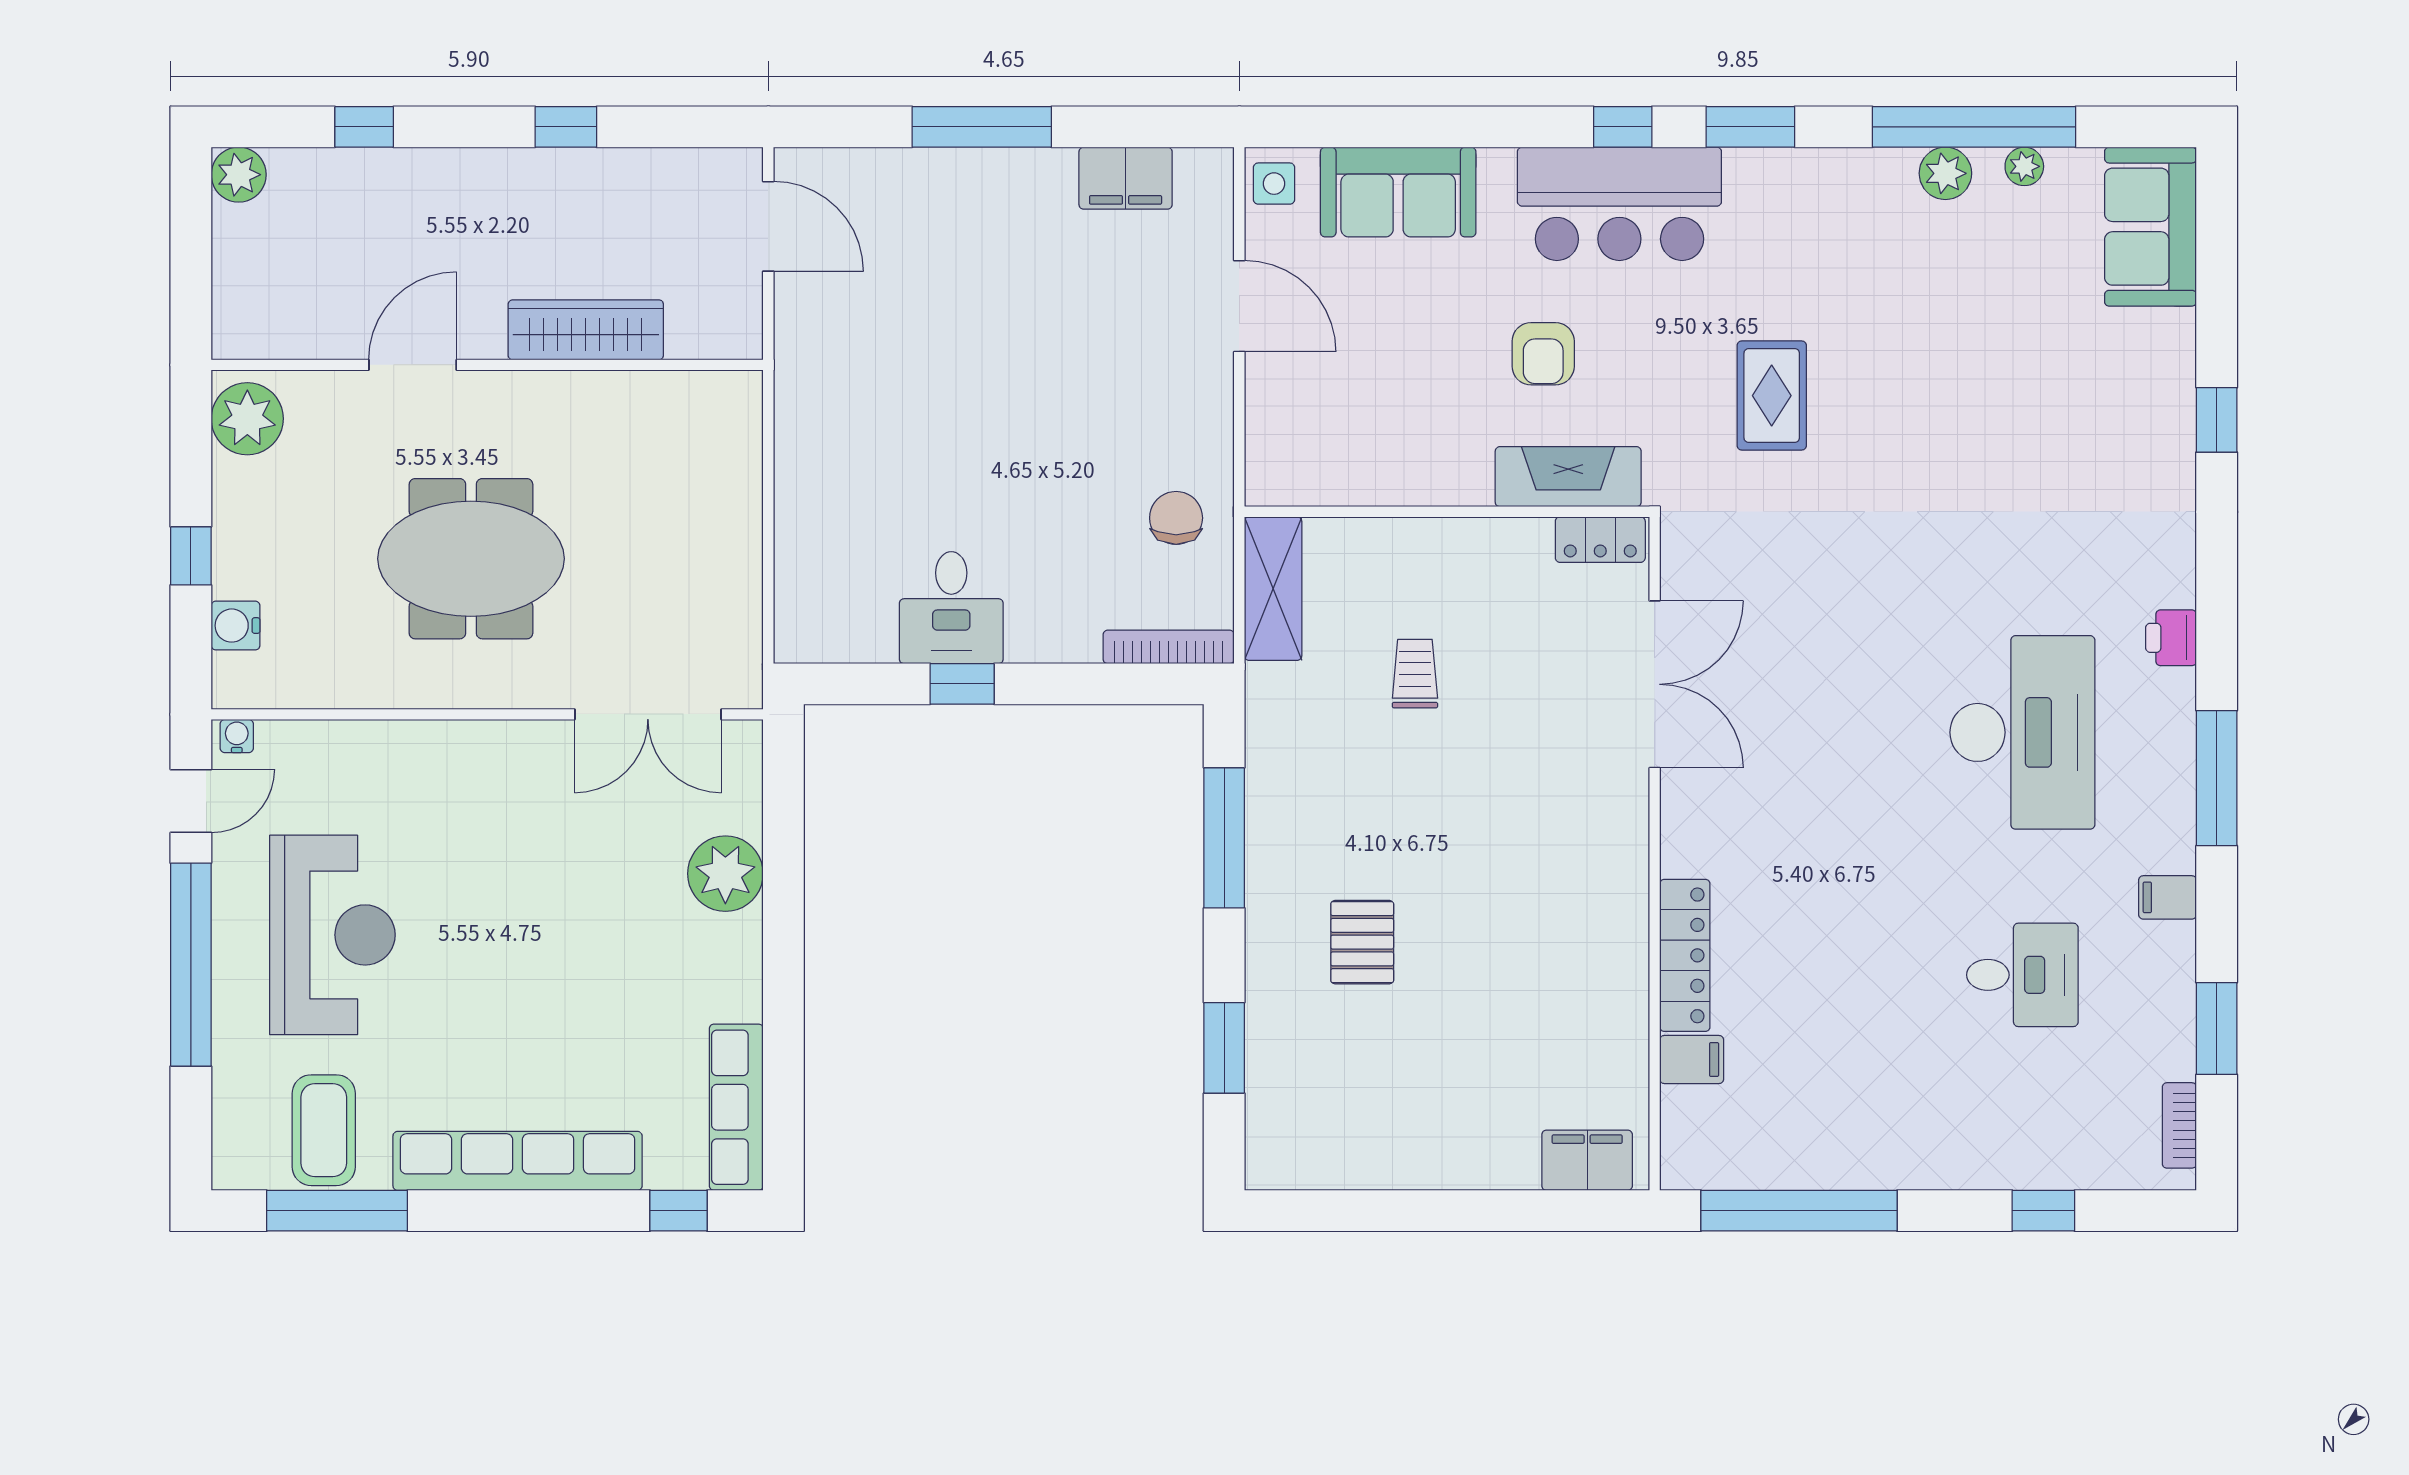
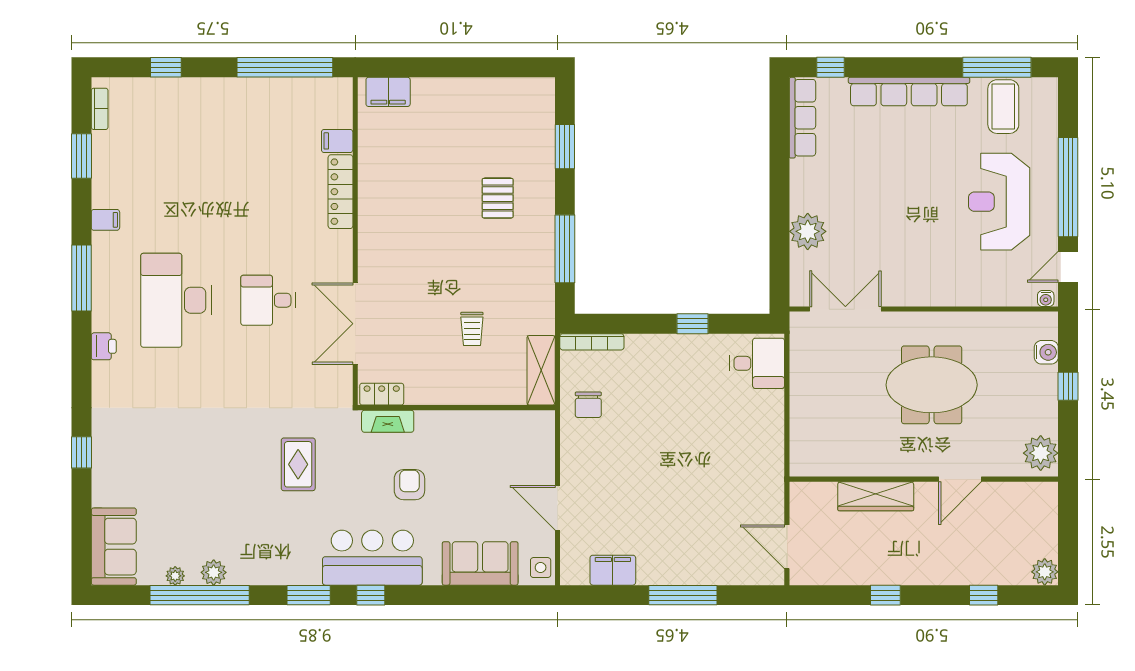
fireplace: (1568, 477) -> (388, 421), width x0.73, depth x0.76
desk: (951, 608) -> (757, 363), moved, turned 90
desk: (2022, 975) -> (268, 300), moved

